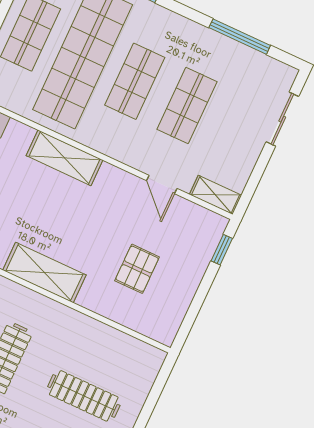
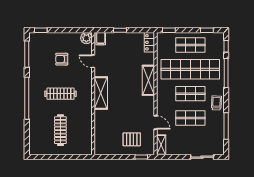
trolley: (181, 34) -> (216, 103), added
door: (162, 184) -> (156, 122), swing flipped
pallet: (137, 269) -> (132, 139), moved

